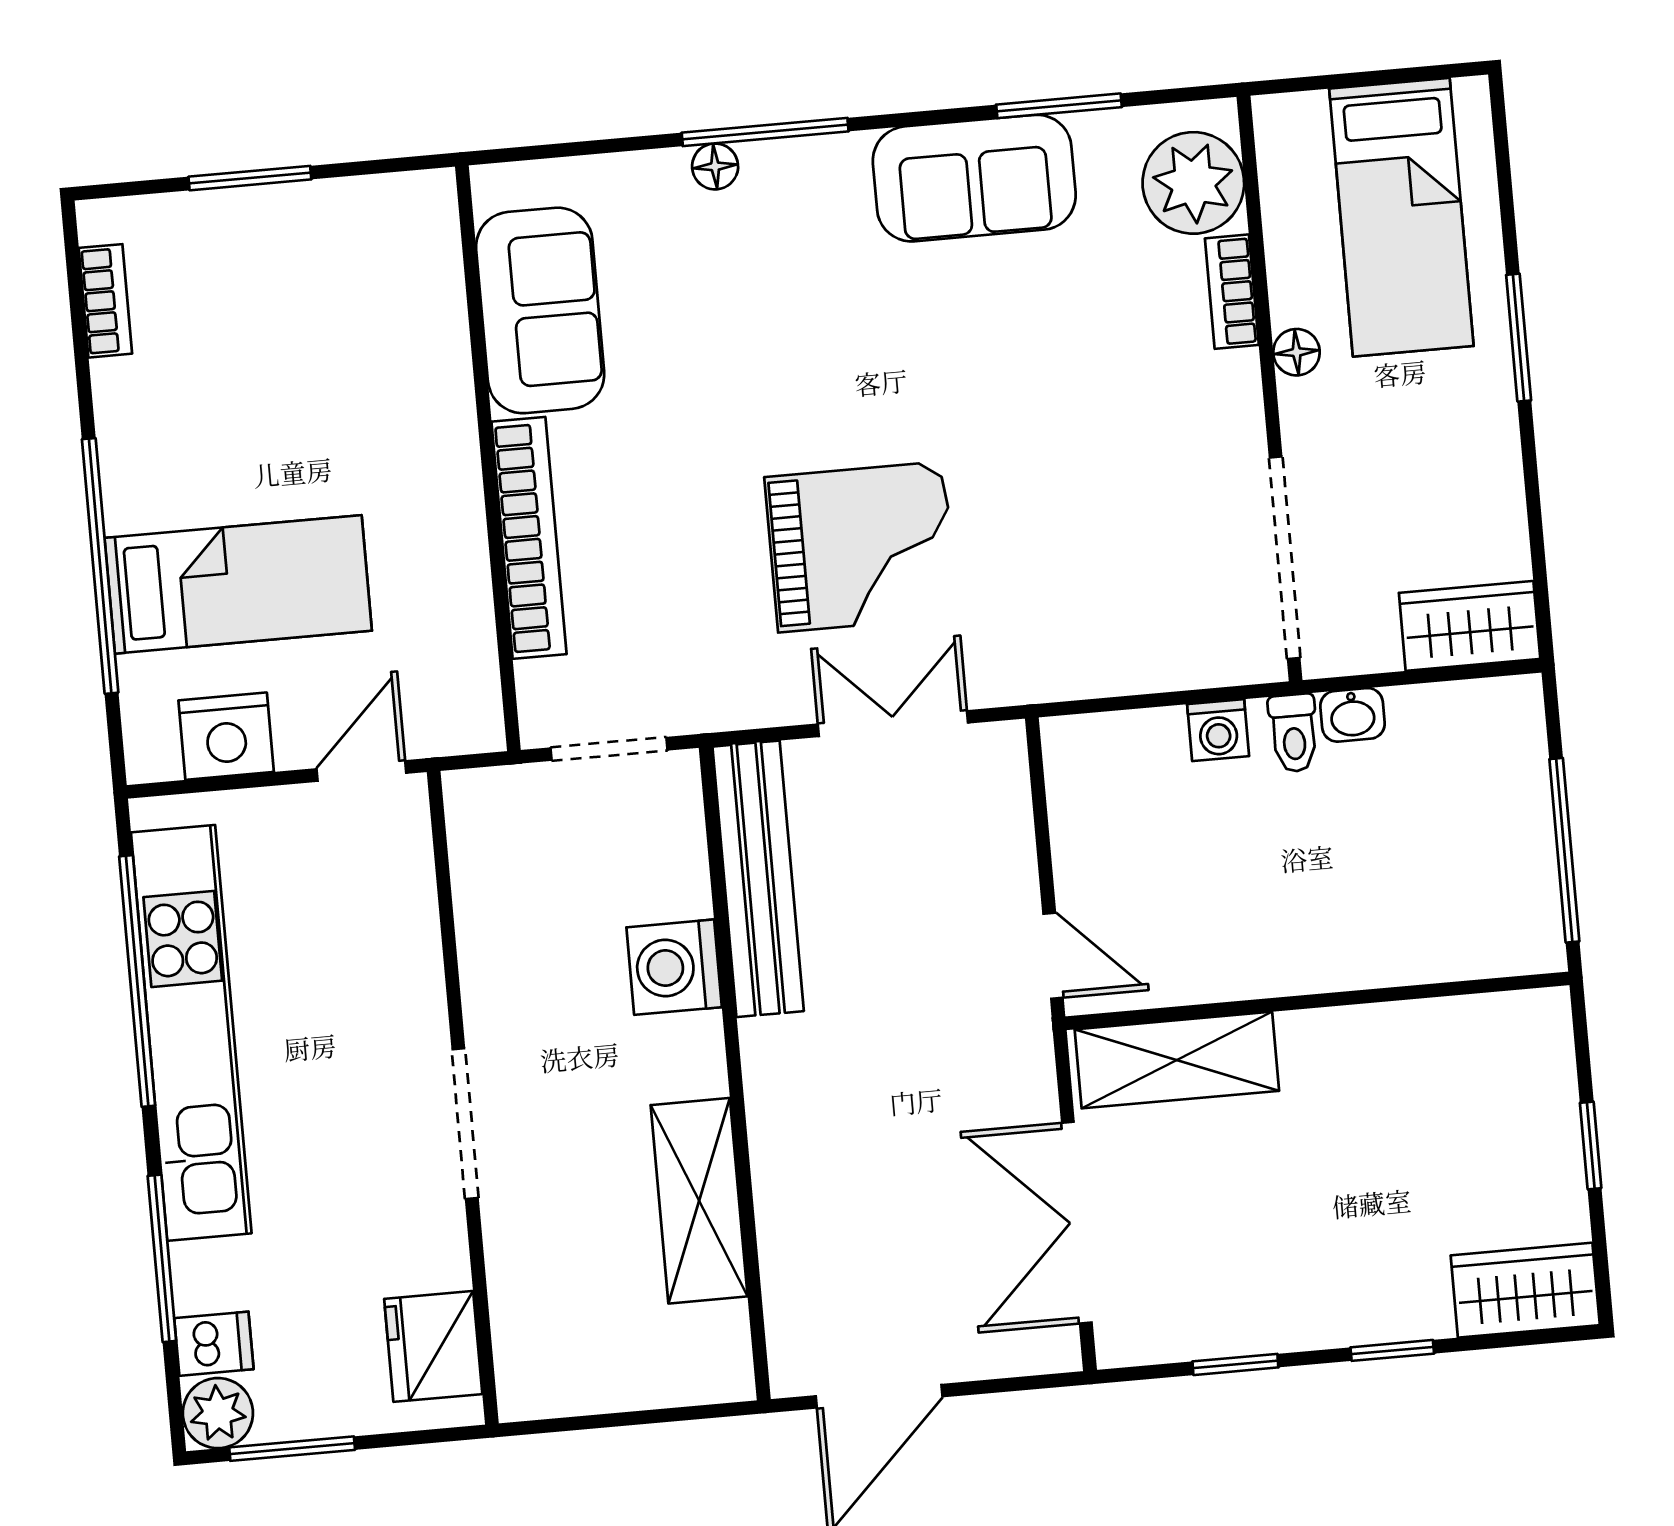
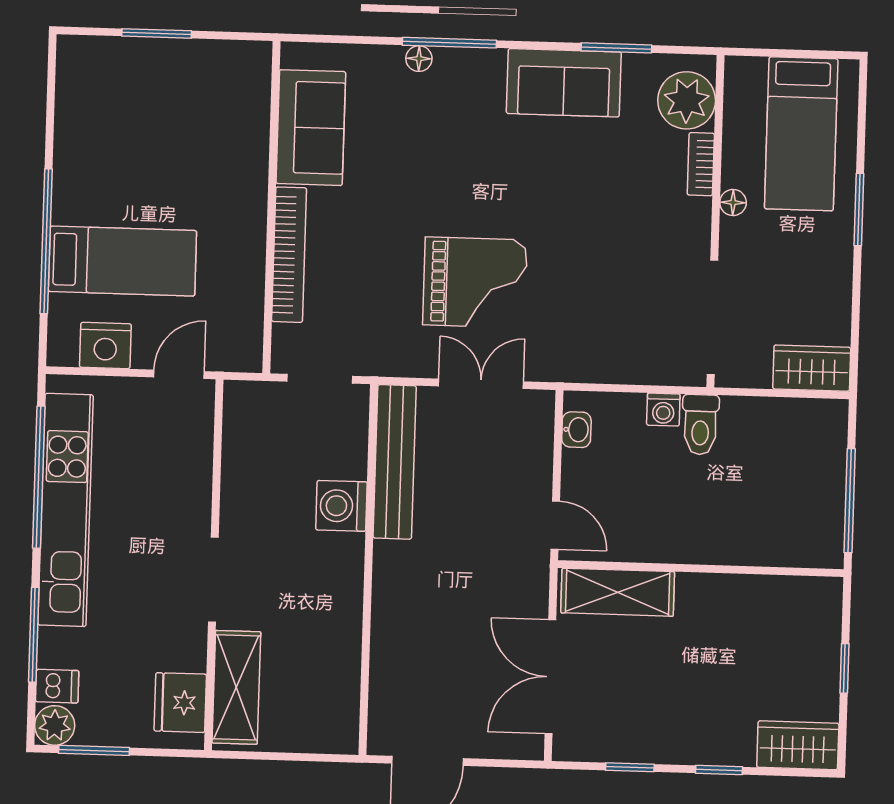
bookcase: (105, 301) -> (67, 93), removed
washbasin: (1353, 715) -> (576, 430), moved, turned -90
toilet: (1294, 733) -> (700, 425), width x1.37, depth x1.39
shelving: (699, 1201) -> (236, 687), moved

